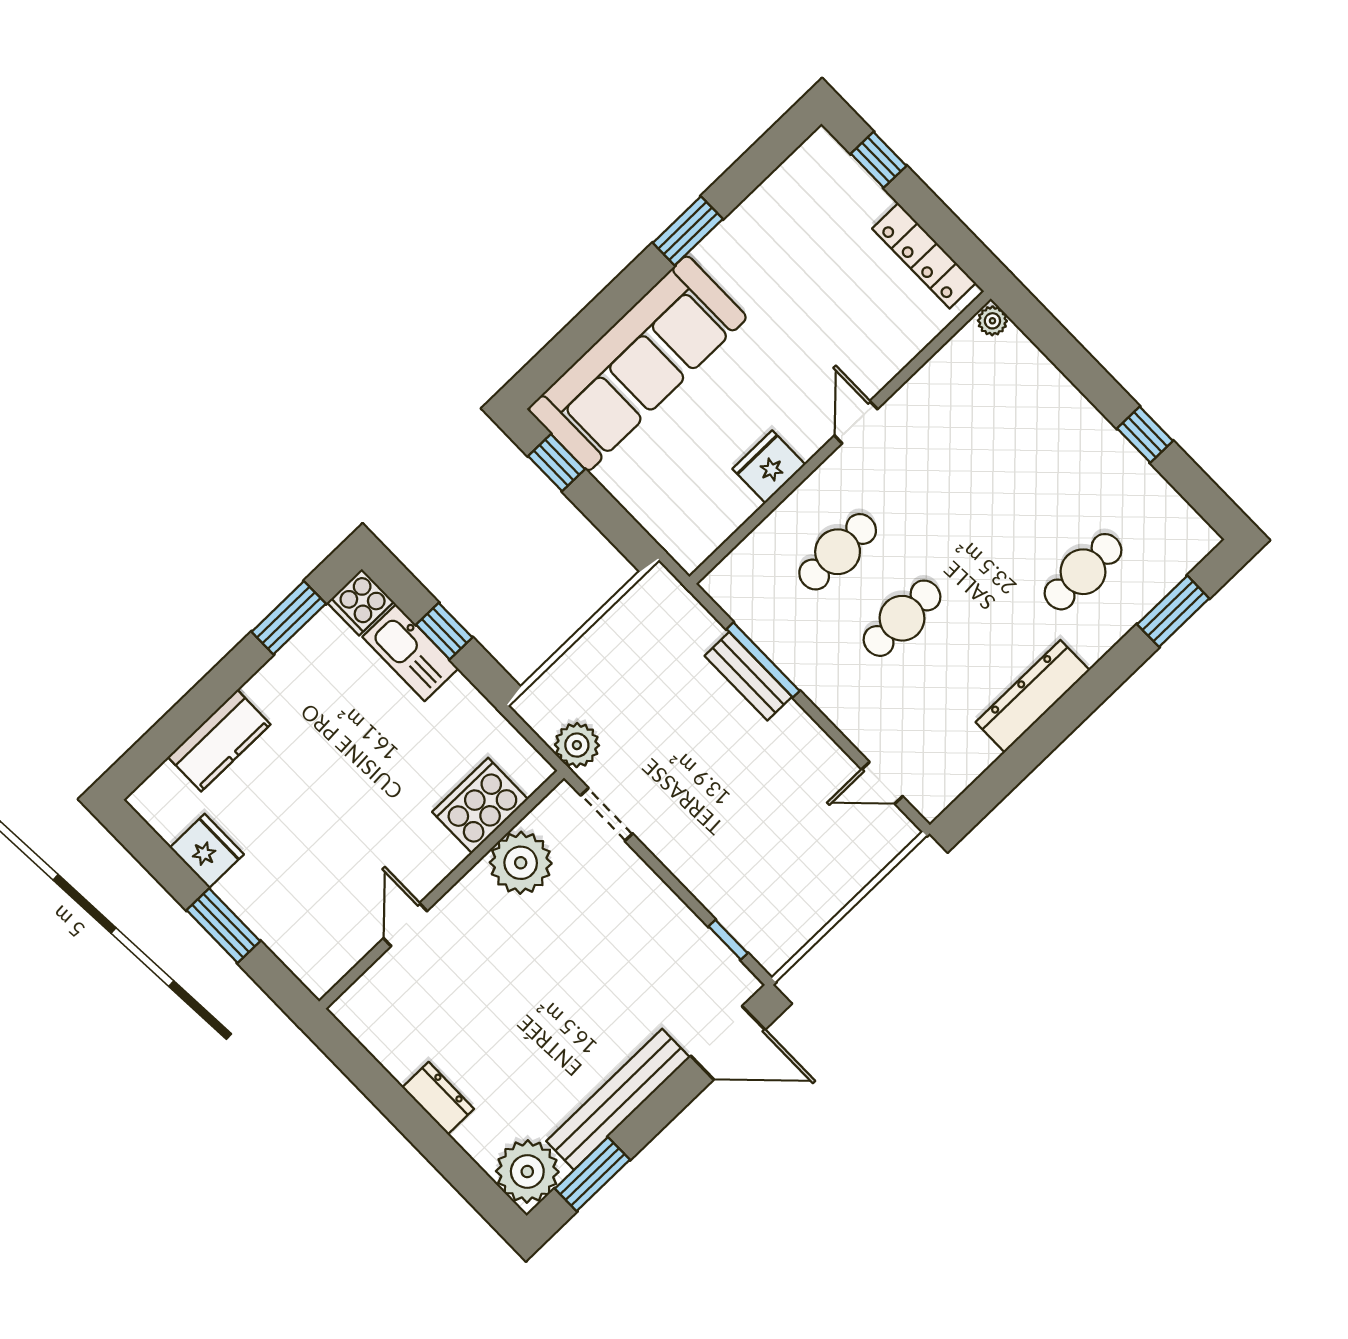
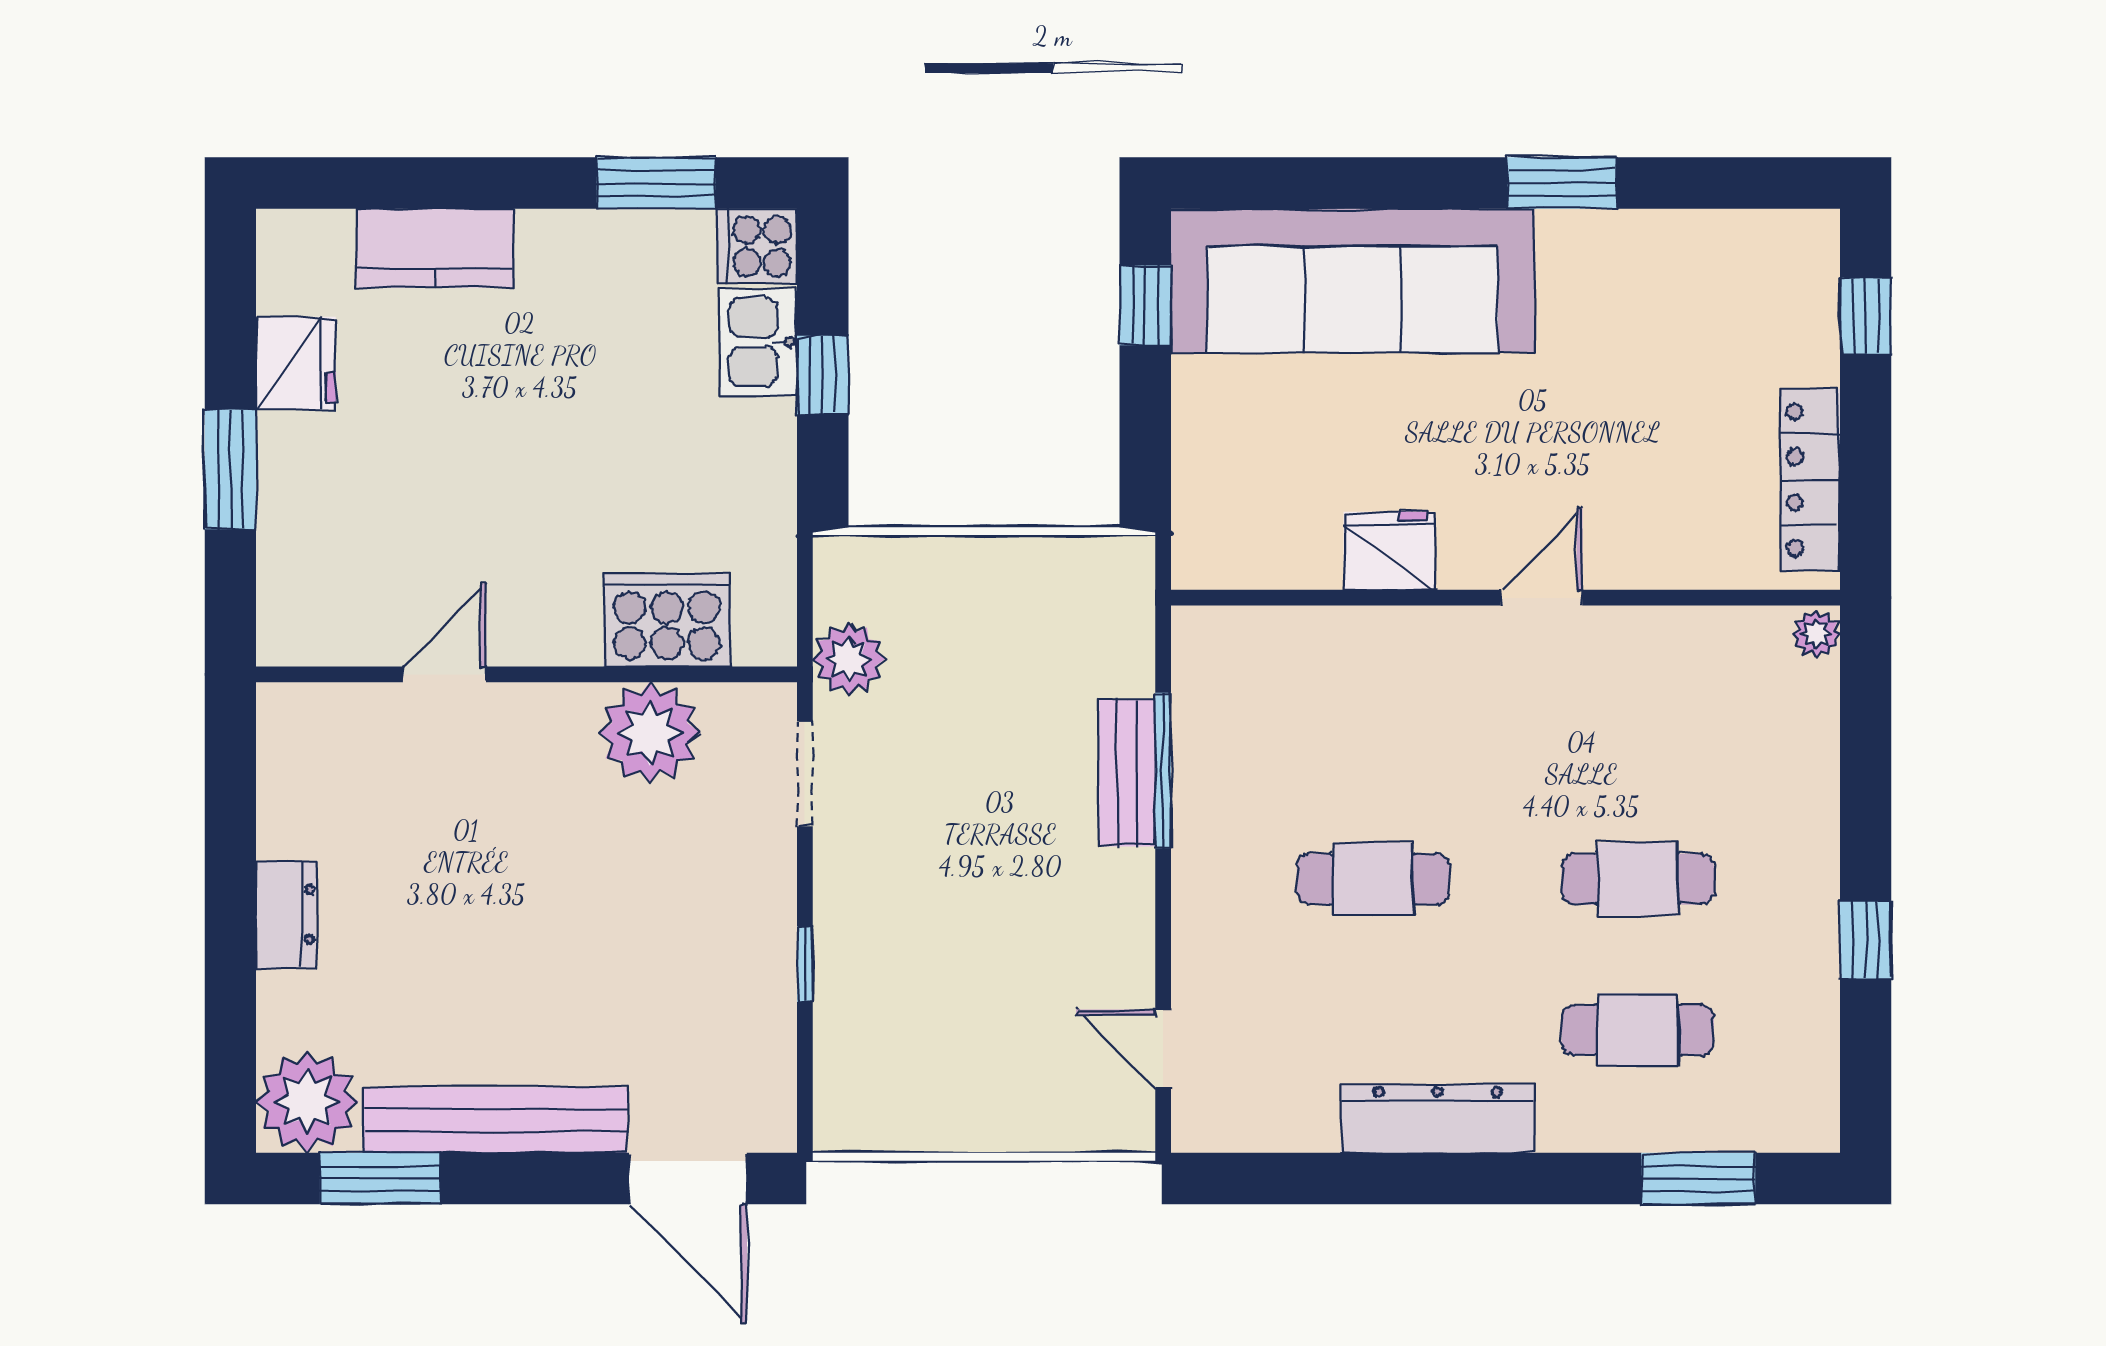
cafe table: (838, 552) -> (1638, 879), moved
kitchen sink: (410, 653) -> (759, 342), width x0.73
window: (728, 940) -> (805, 964), moved

